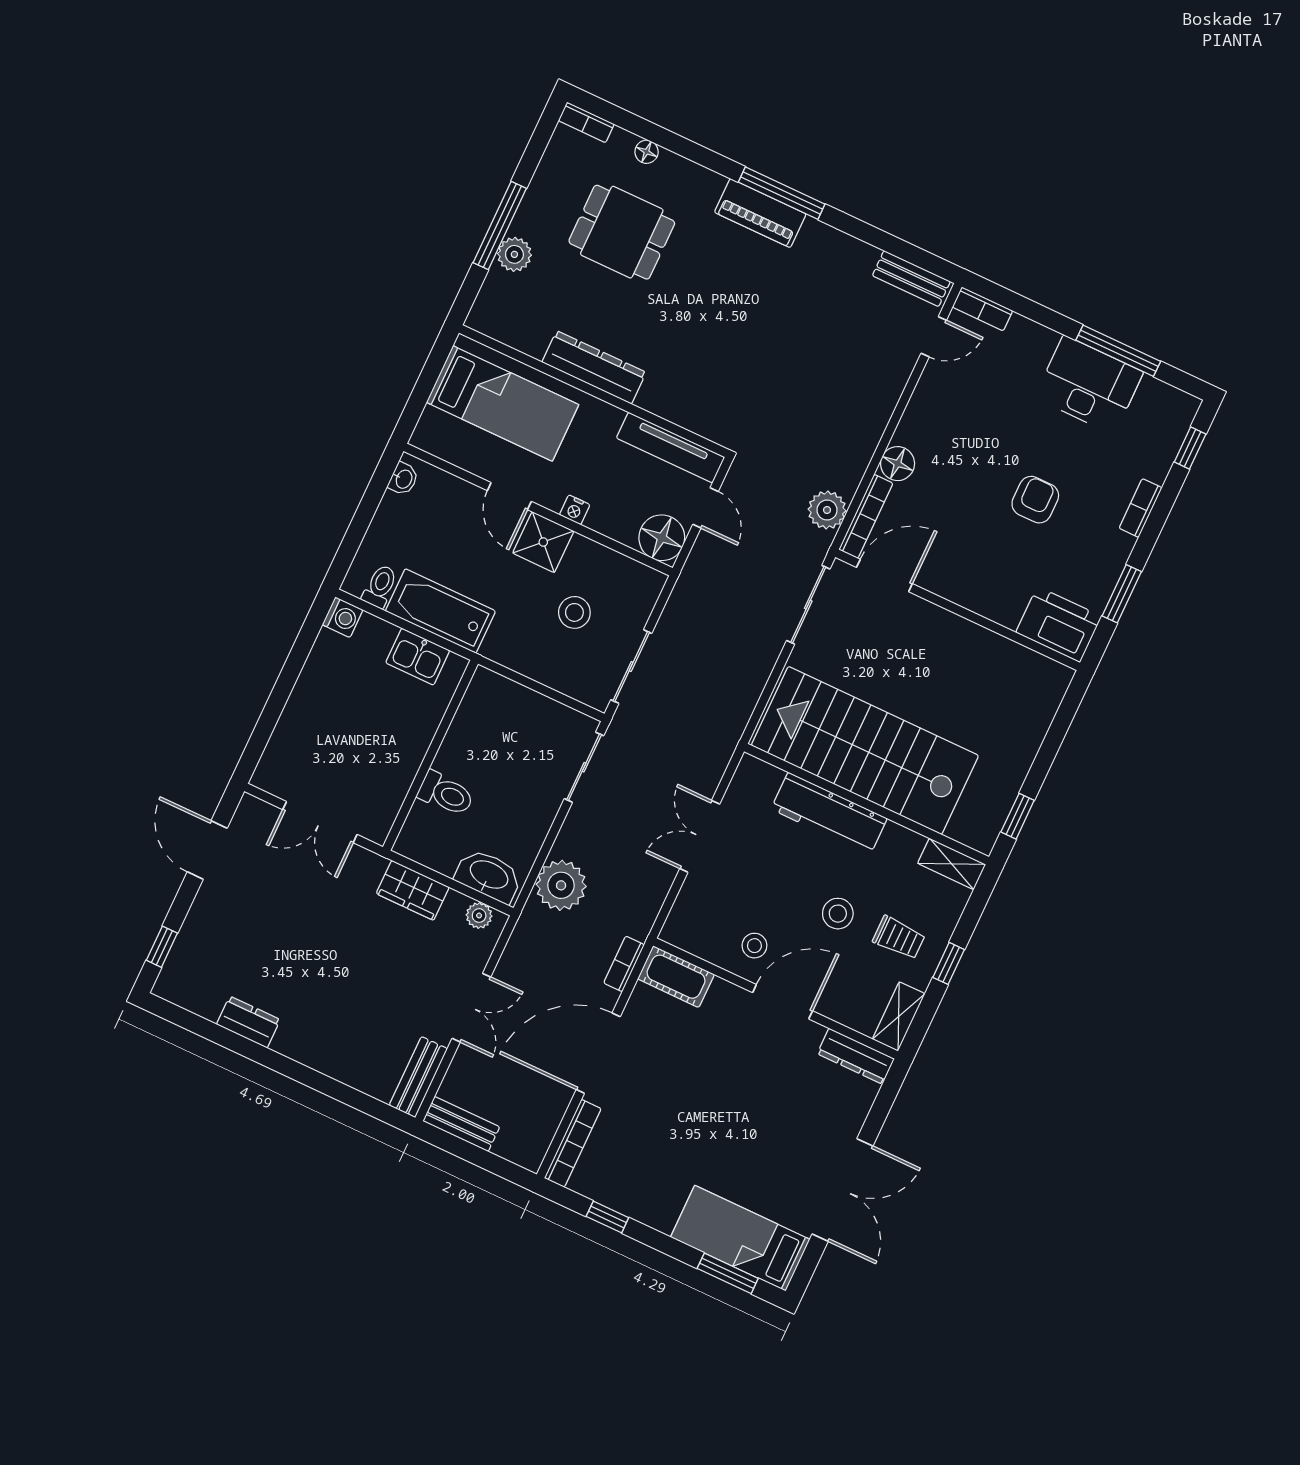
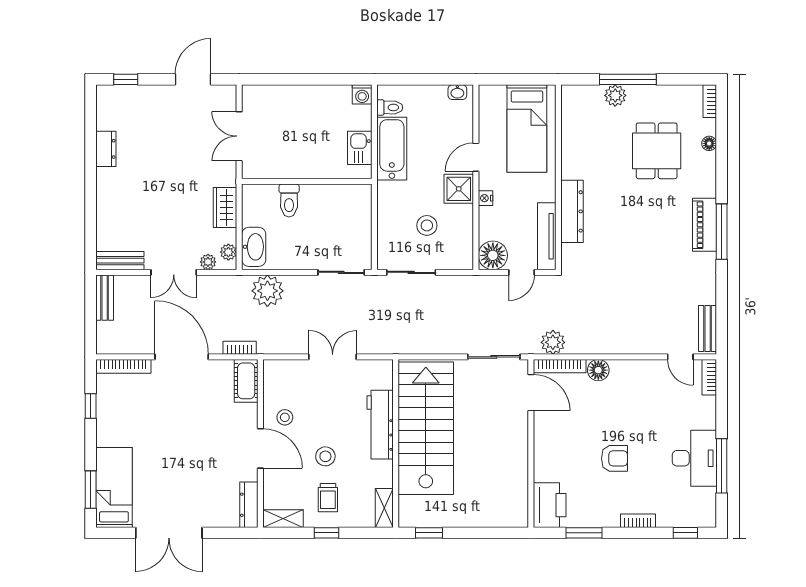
dresser: (594, 367) -> (572, 211), moved
plant: (480, 951) -> (208, 262), added

